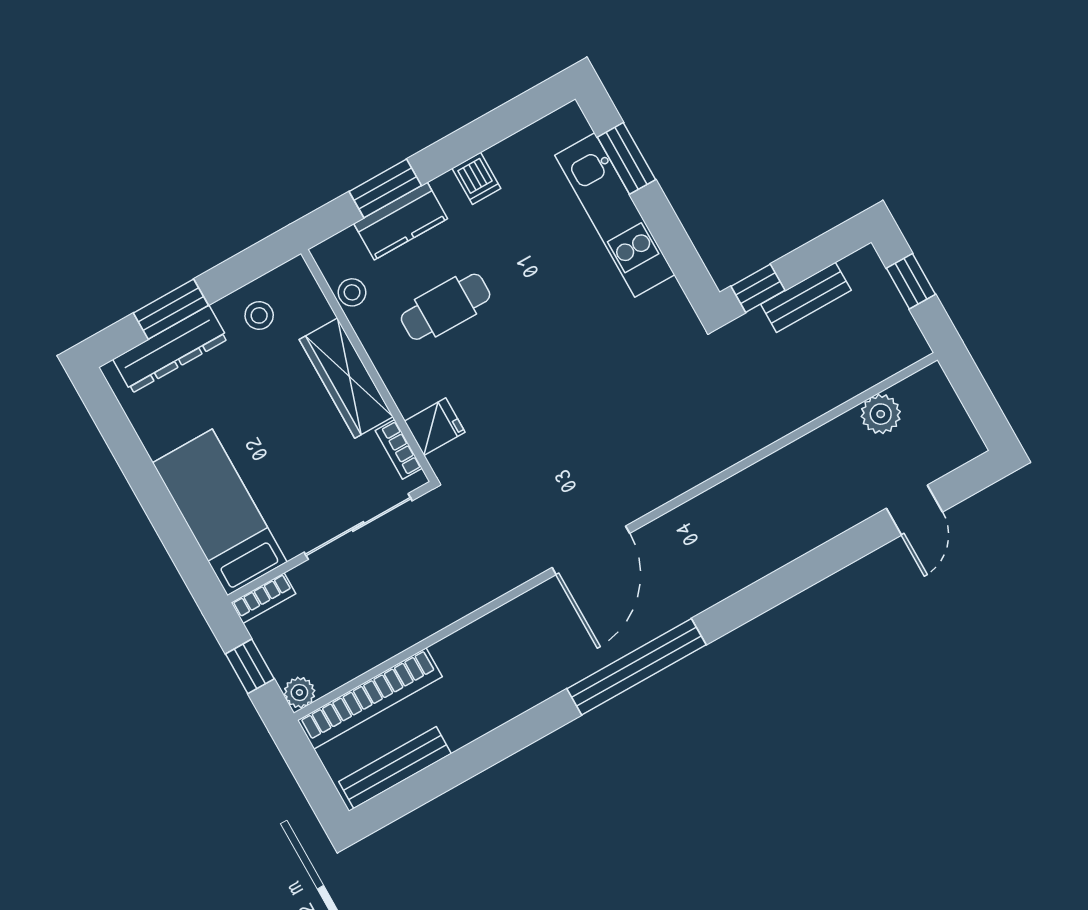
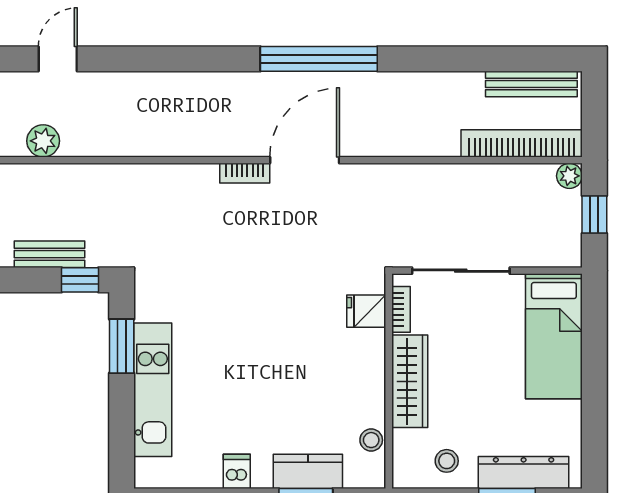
window: (626, 158) -> (122, 346), moved
cafe table: (446, 307) -> (310, 392), removed
bookcase: (263, 598) -> (245, 173), moved, turned 180

